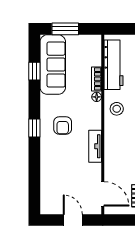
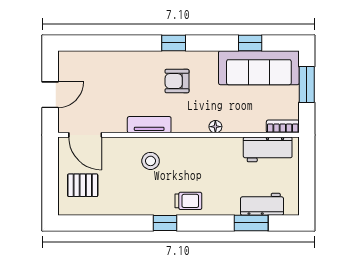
workbench: (114, 65) -> (268, 149), width x0.73
bookcase: (96, 79) -> (283, 126), moved
stool: (117, 109) -> (151, 161), moved
door: (103, 194) -> (85, 135), hinge flipped

